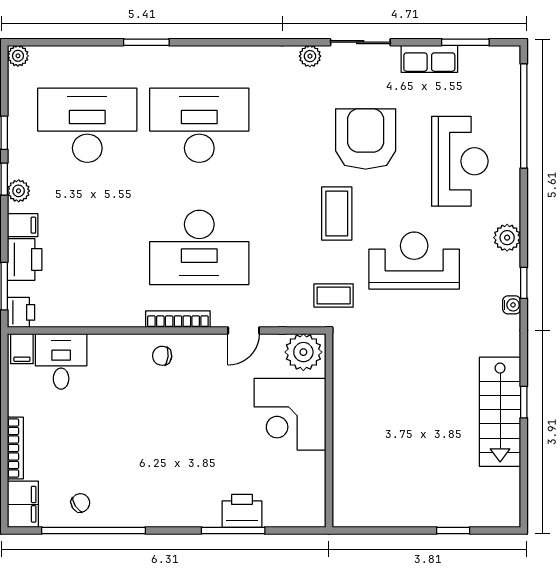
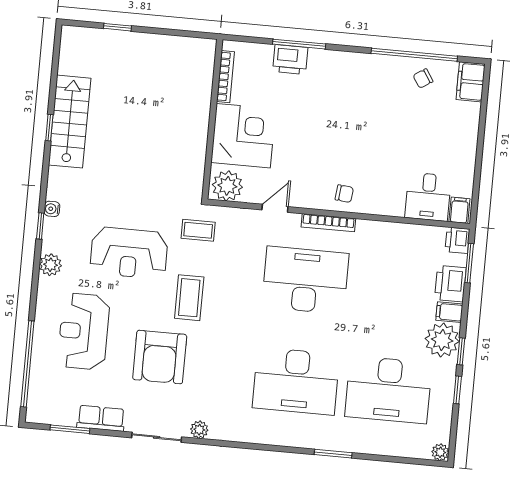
plant: (19, 191) -> (442, 340), width x1.87, depth x1.87
bookcase: (15, 448) -> (225, 77), moved, turned 180

